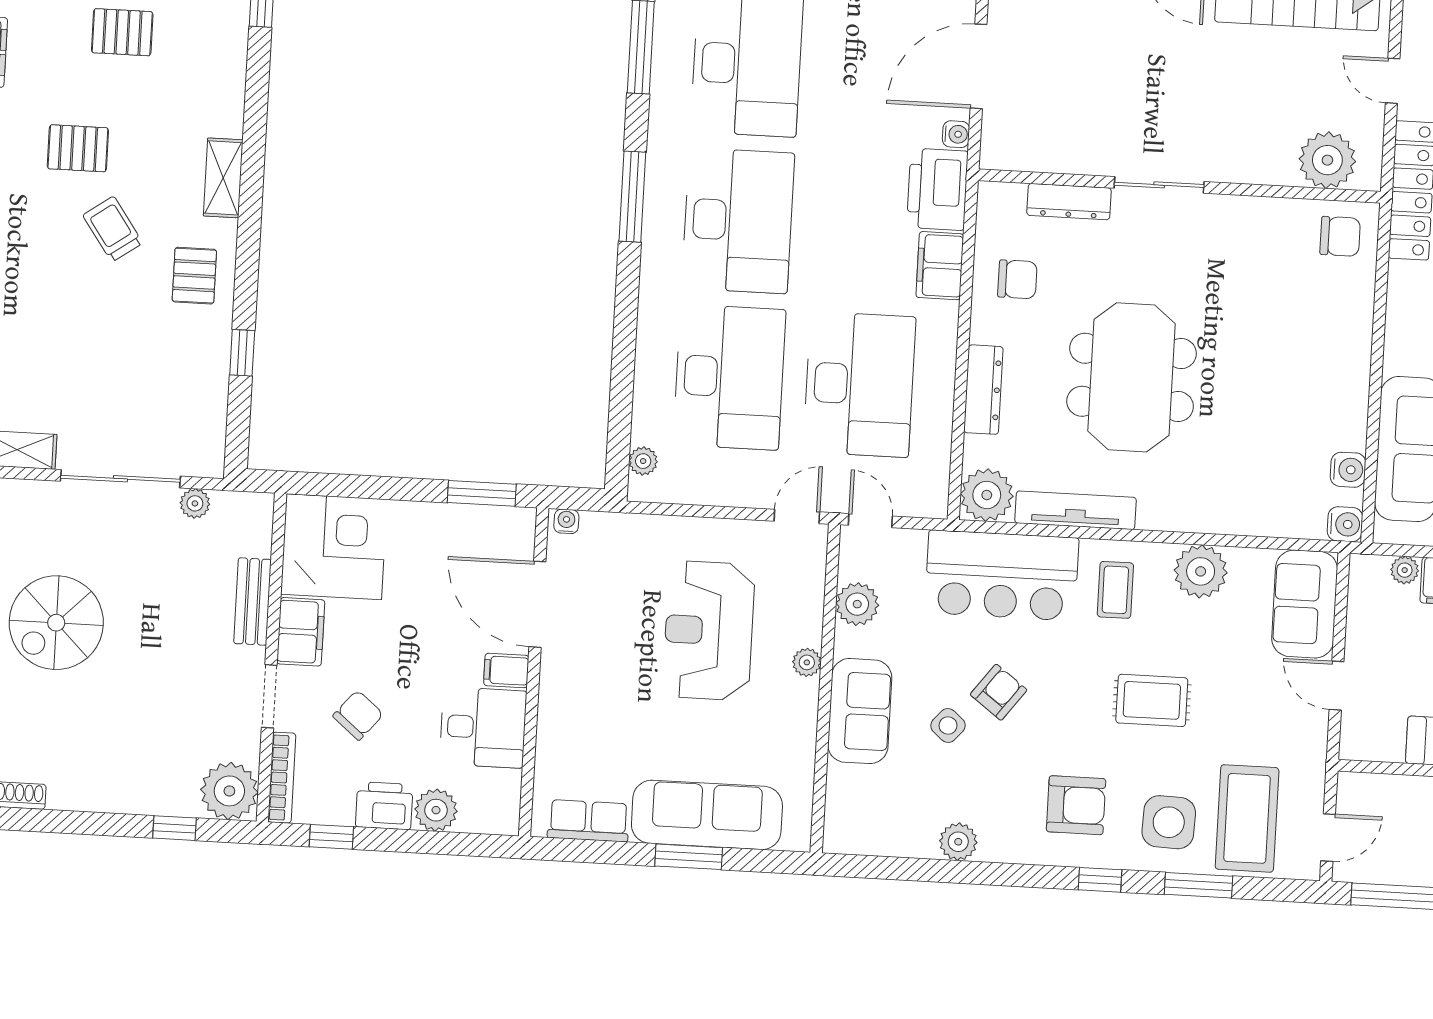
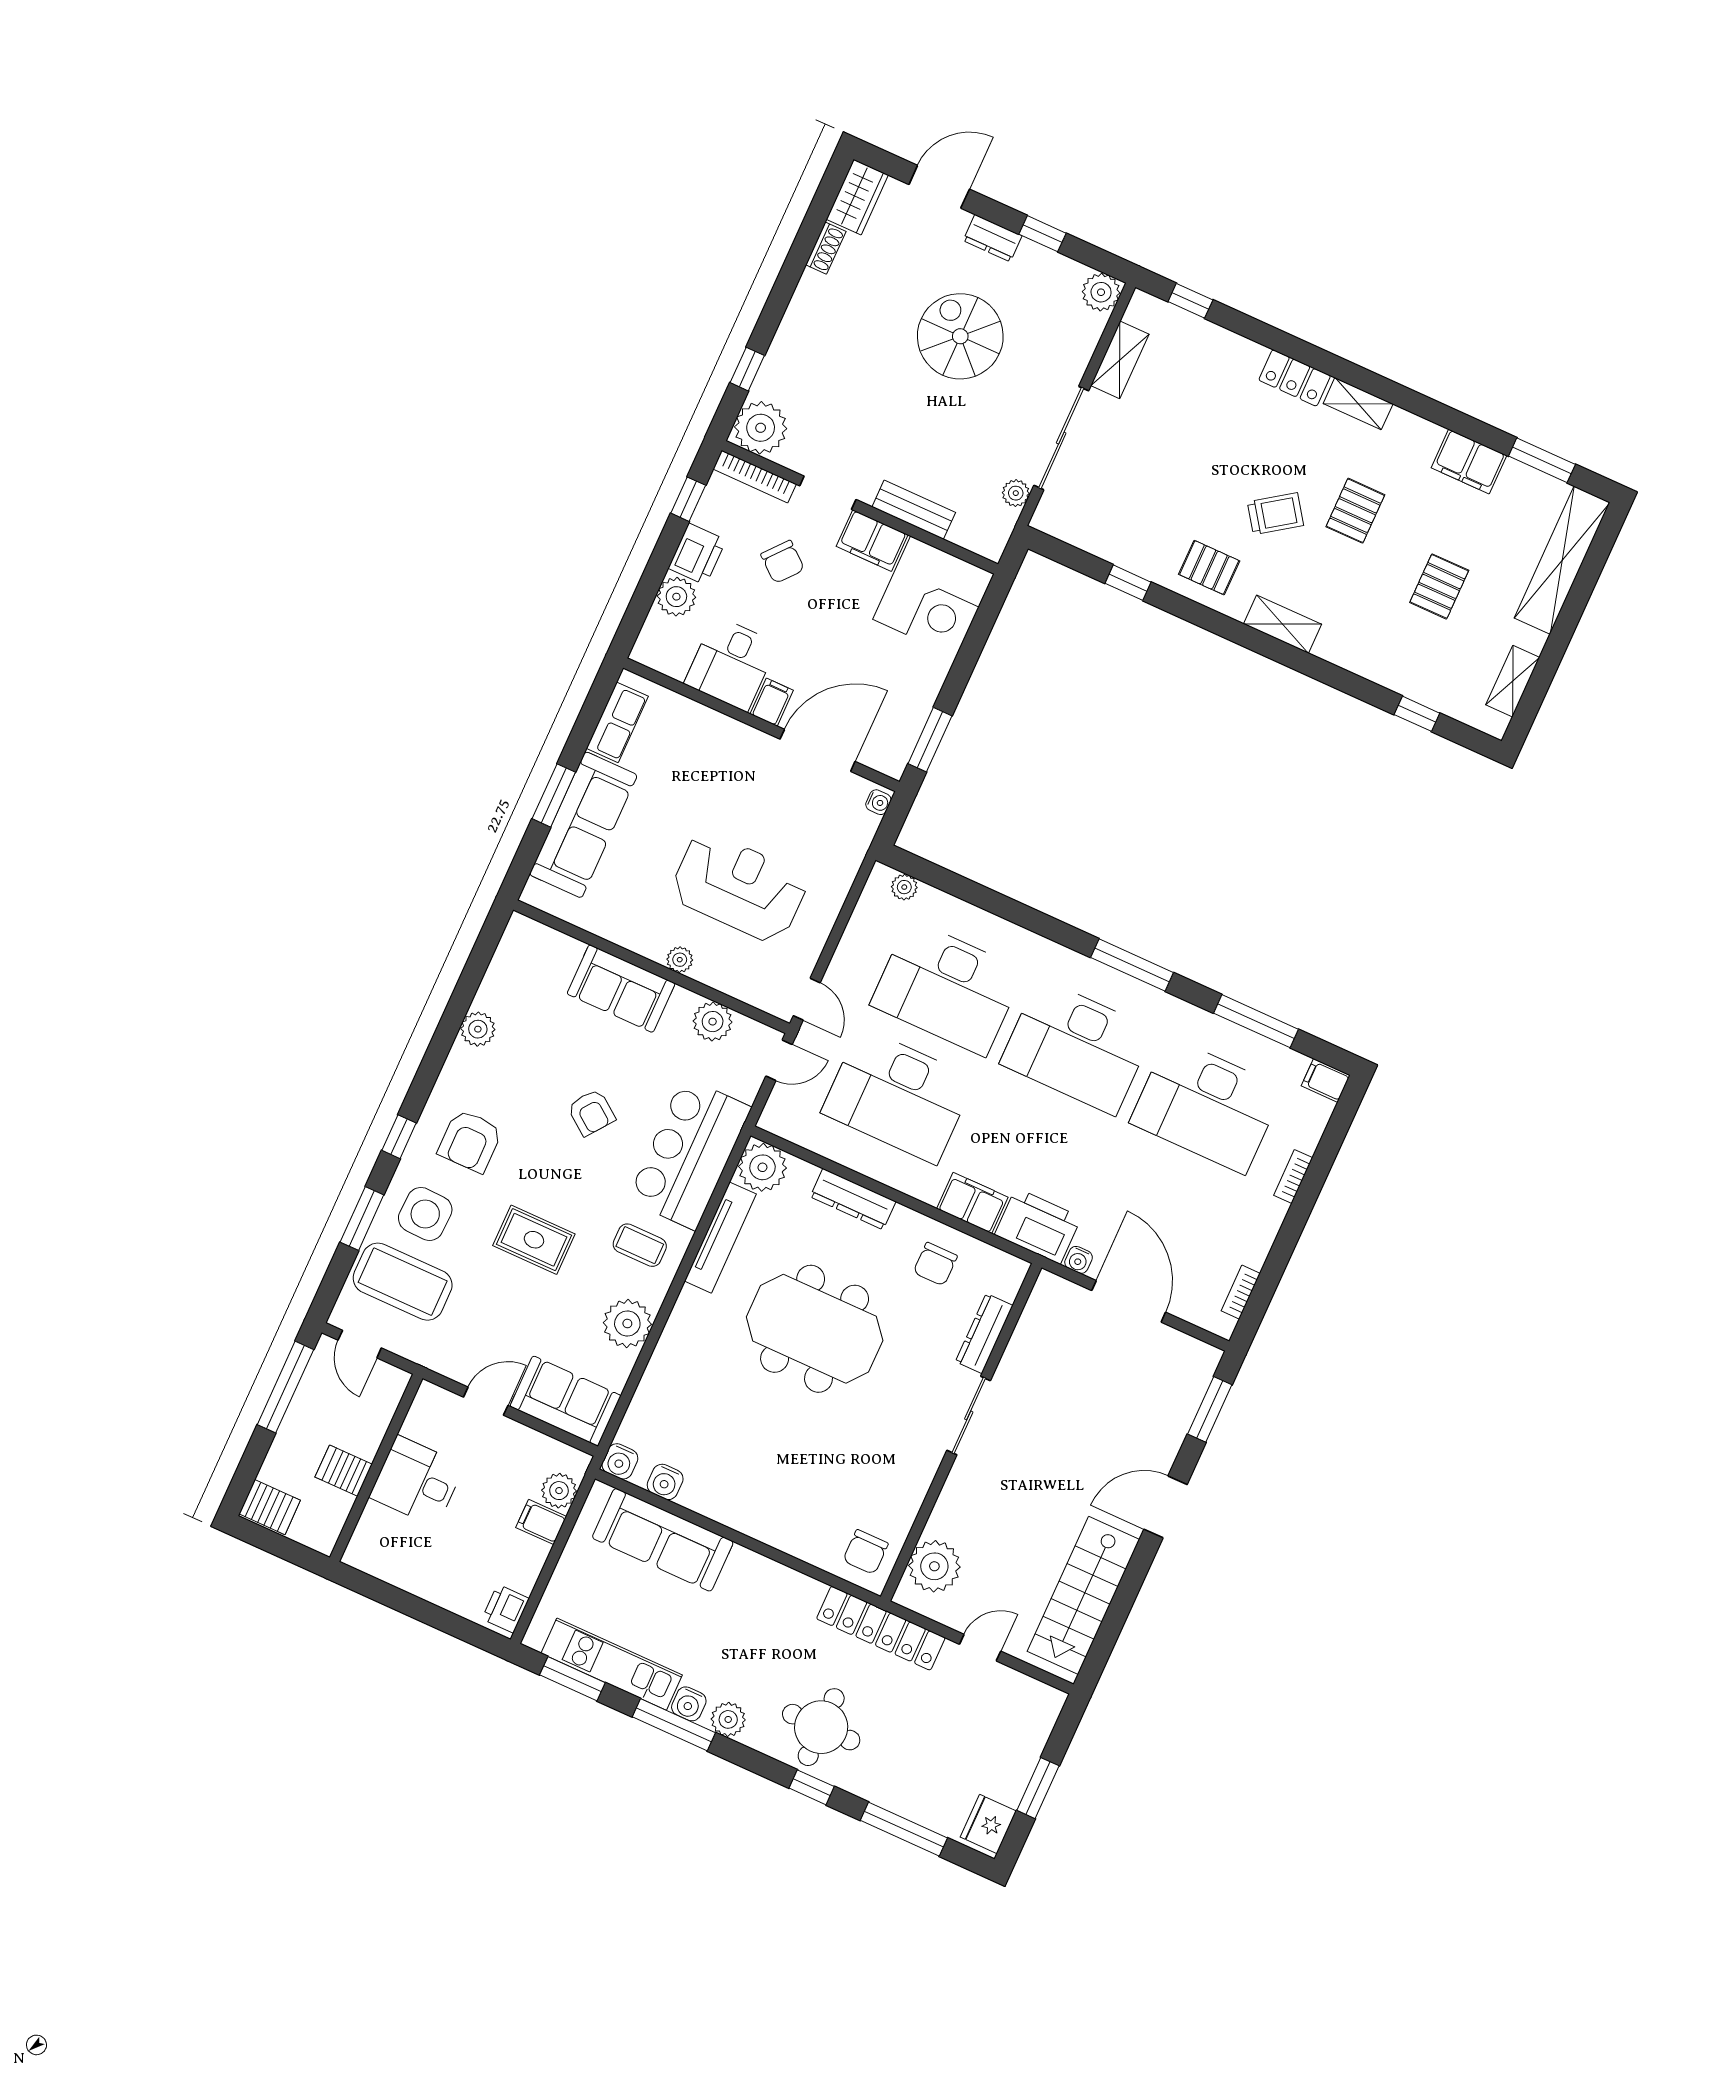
plant: (1405, 570) -> (559, 1491), width x1.38, depth x1.38
rug: (1152, 700) -> (534, 1240), turned 90
side table: (948, 726) -> (580, 1059), removed

